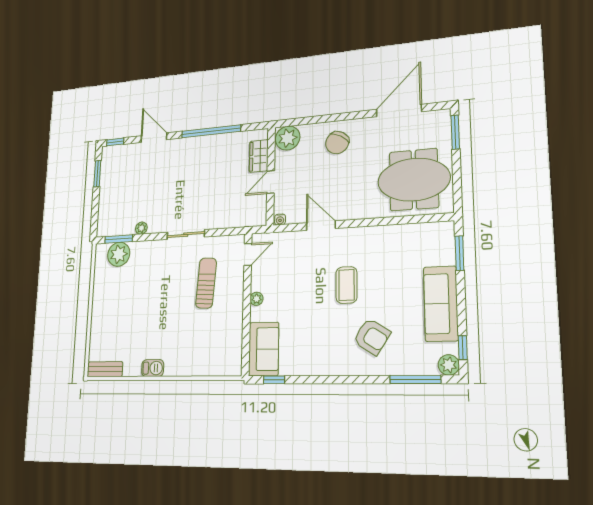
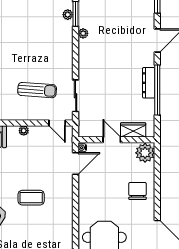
dresser: (202, 143) -> (149, 83), added
chair: (337, 143) -> (138, 191), turned 60
door: (321, 226) -> (76, 164), moved
sliding door: (186, 235) -> (76, 96), moved
plant: (119, 254) -> (68, 15), width x0.53, depth x0.53

